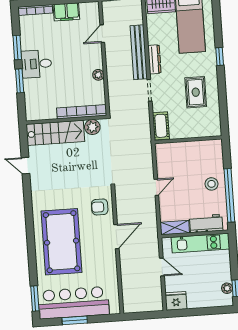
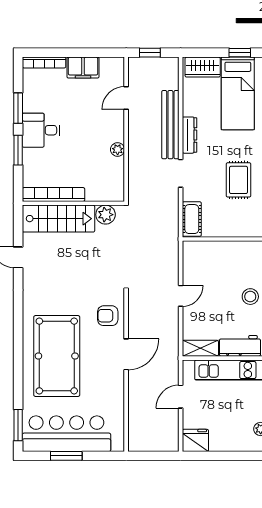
bookcase: (82, 112) -> (54, 195), moved
door: (162, 267) -> (181, 397), swing flipped

